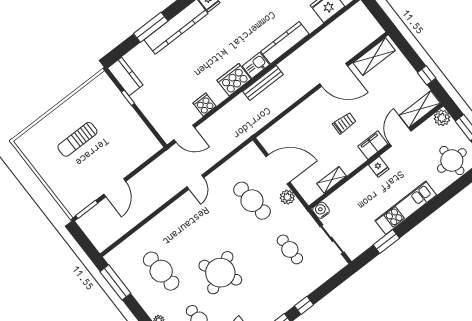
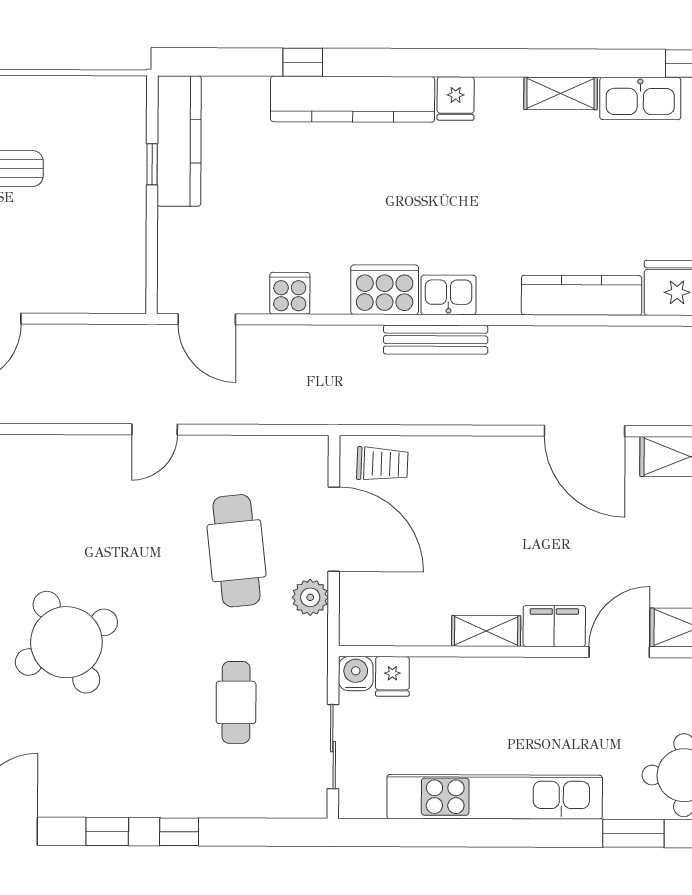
window: (151, 27) -> (303, 62), width x0.46
kitchen counter: (285, 43) -> (582, 295), moved
kitchen counter: (125, 77) -> (179, 141), width x1.50
trolley: (344, 123) -> (382, 464), moved
fridge: (379, 167) -> (392, 676), moved
shelving: (332, 180) -> (486, 631), moved
kitchen unit: (406, 208) -> (495, 797), width x1.36
window: (386, 241) -> (633, 833), moved

